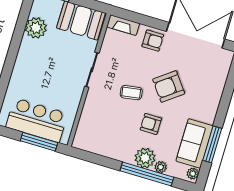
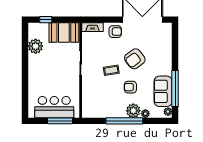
window: (212, 144) -> (175, 89), width x1.46
window: (147, 174) -> (124, 121), moved

